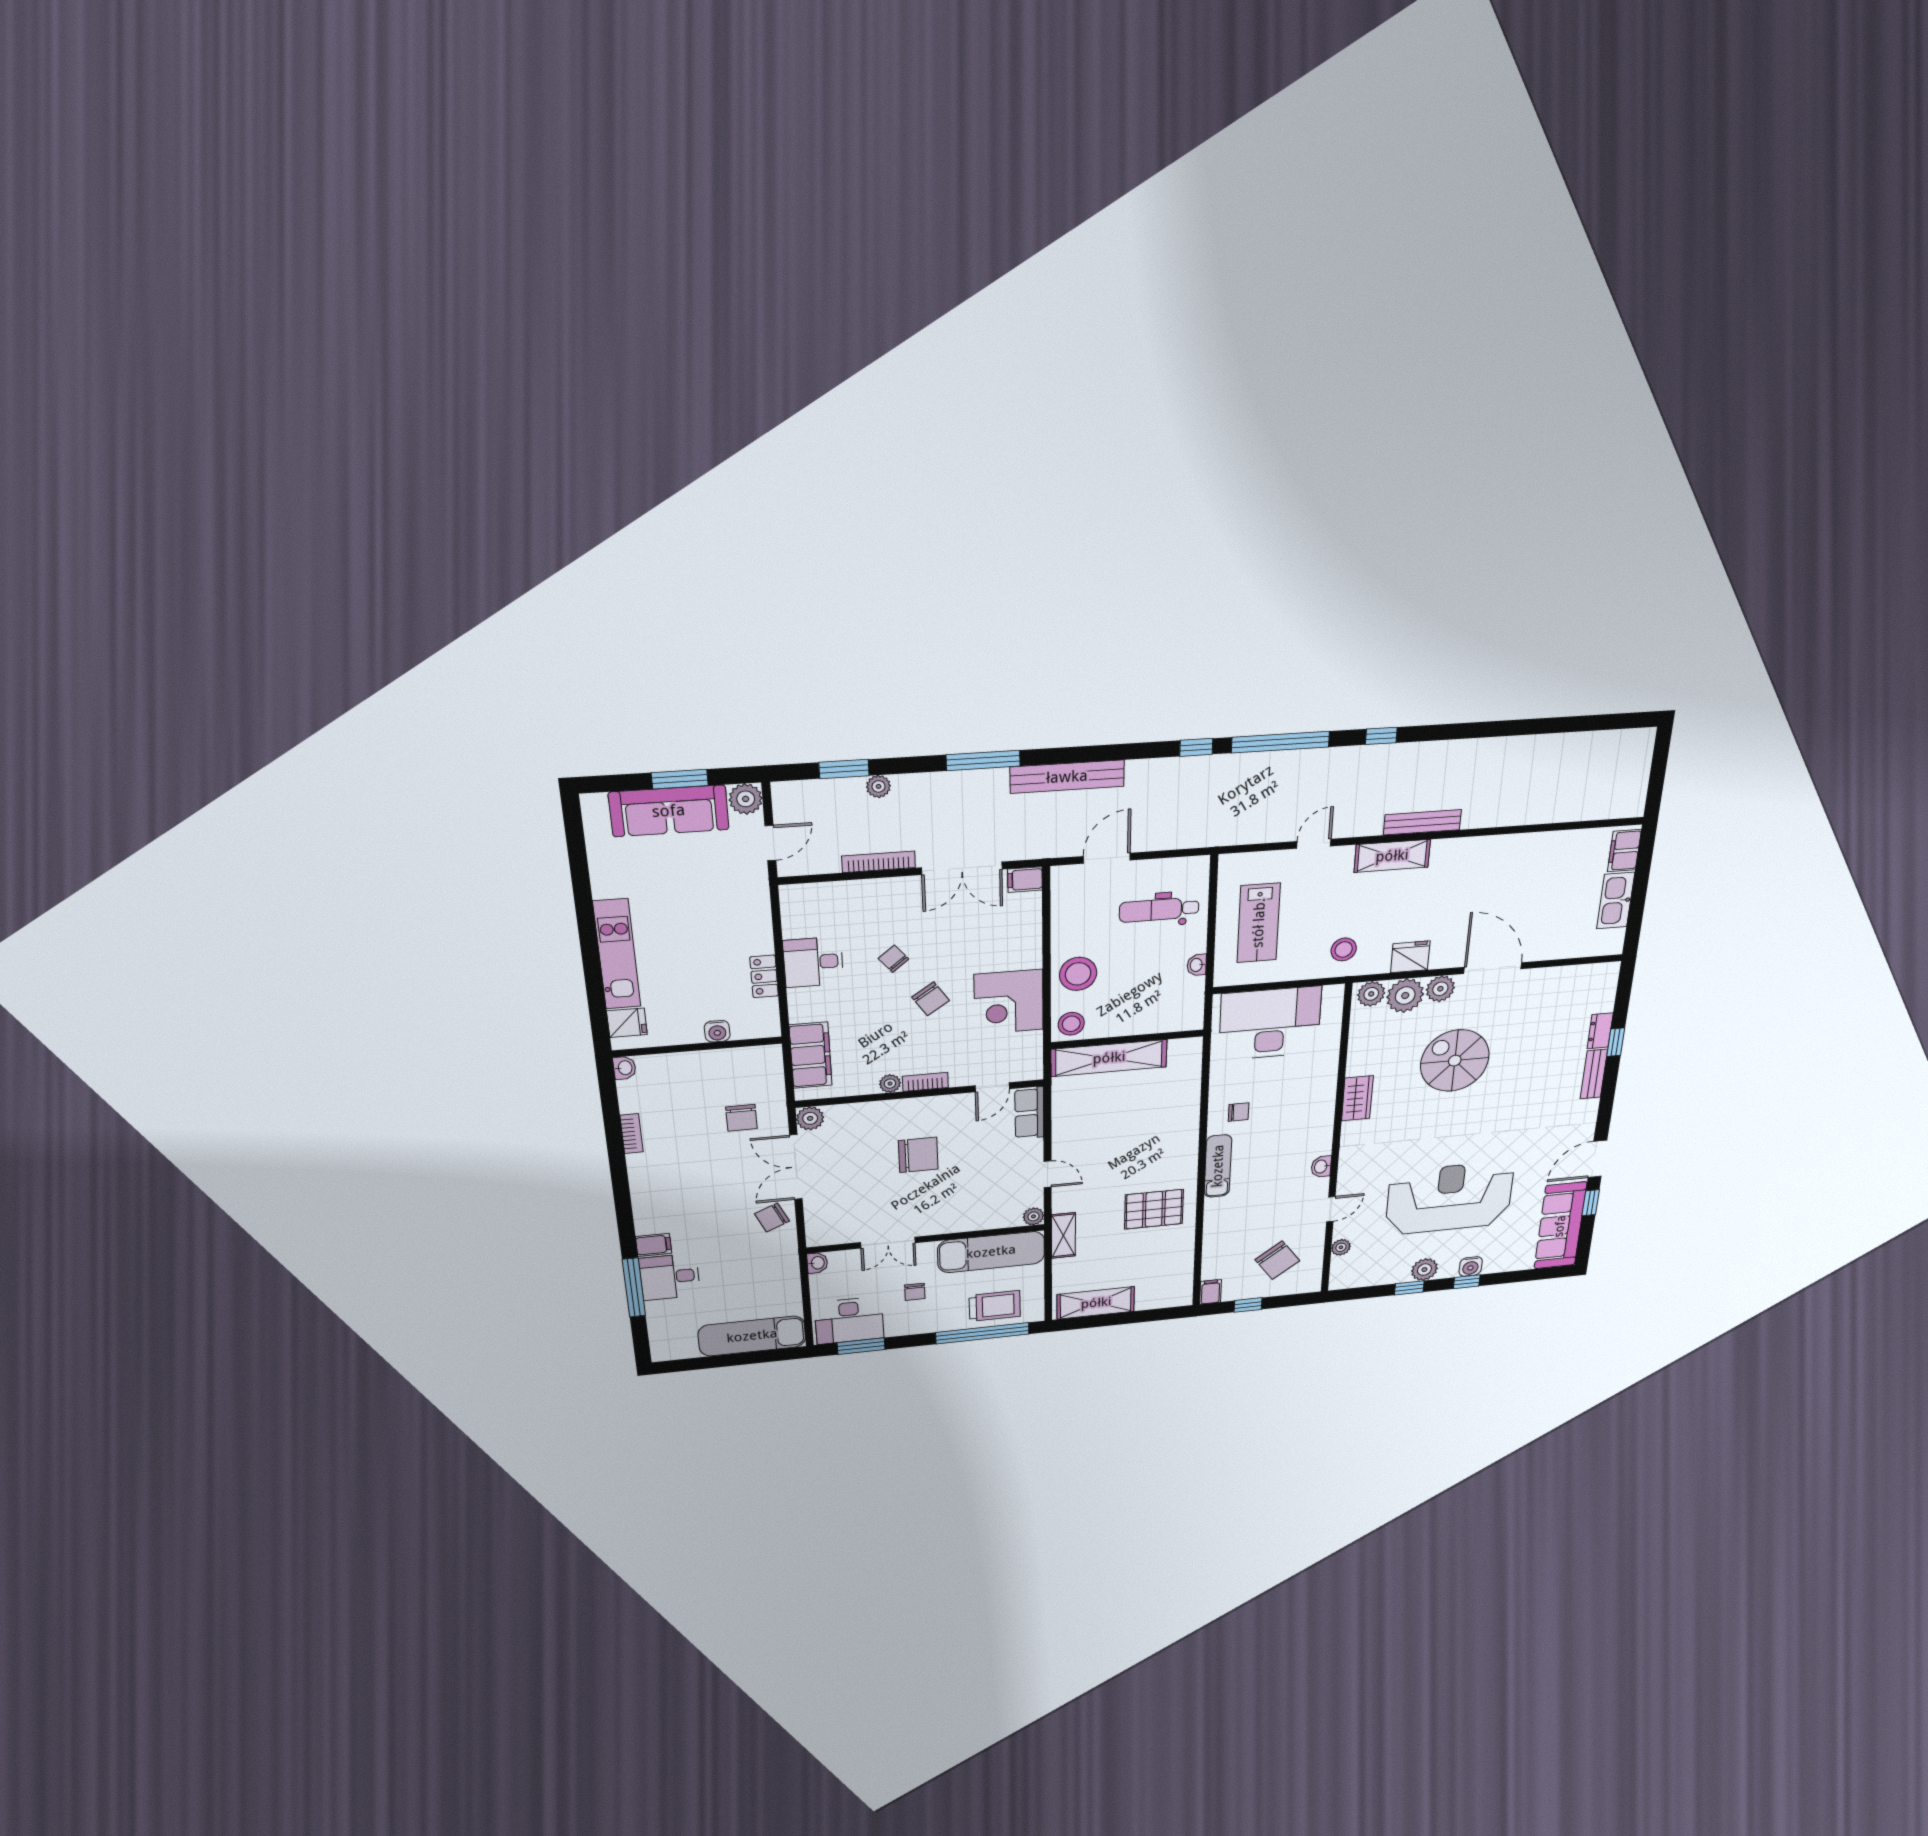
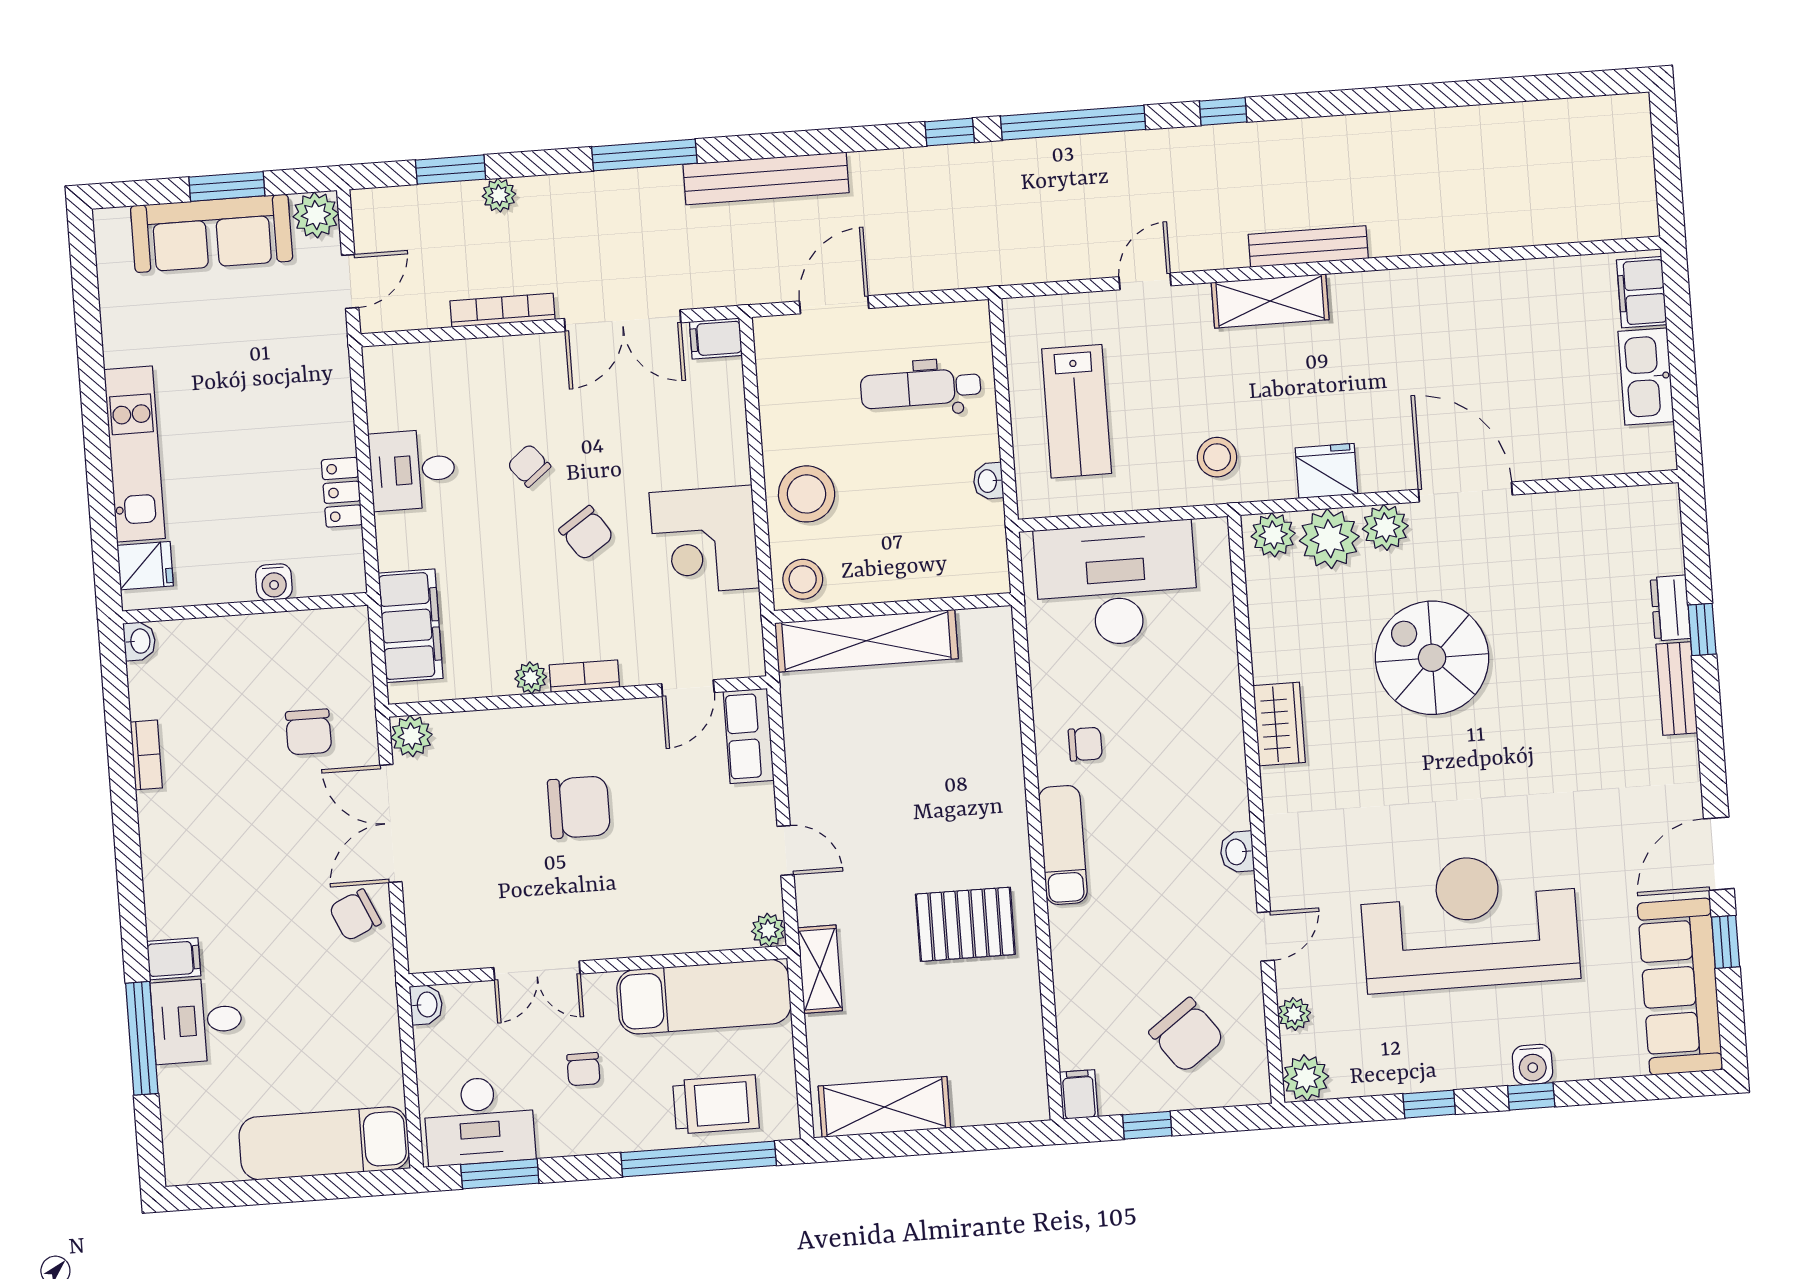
plant: (1424, 1270) -> (1306, 1078), moved

